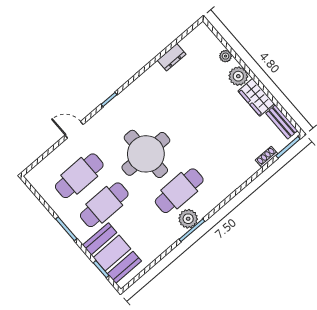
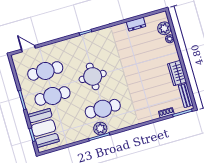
plant: (238, 76) -> (164, 28), moved
door: (74, 130) -> (28, 49), moved
round table: (146, 154) -> (93, 76), width x0.73, depth x0.73

